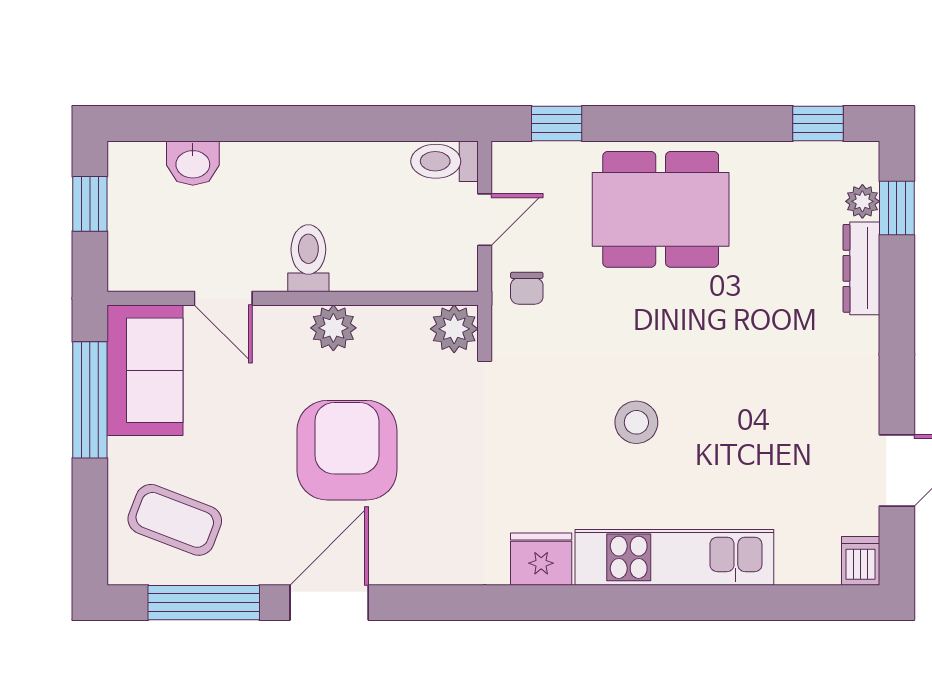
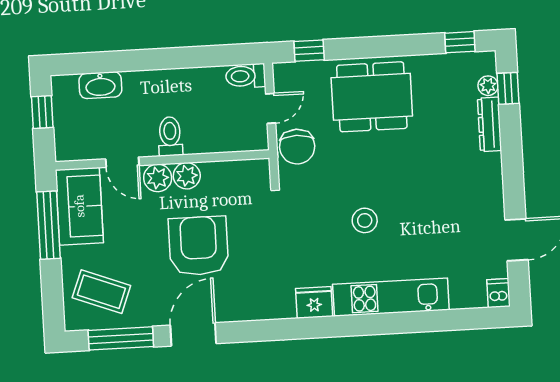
washbasin: (193, 163) -> (100, 85), width x1.38
chair: (527, 288) -> (297, 147), width x1.87, depth x1.87
plant: (454, 329) -> (158, 178), moved

